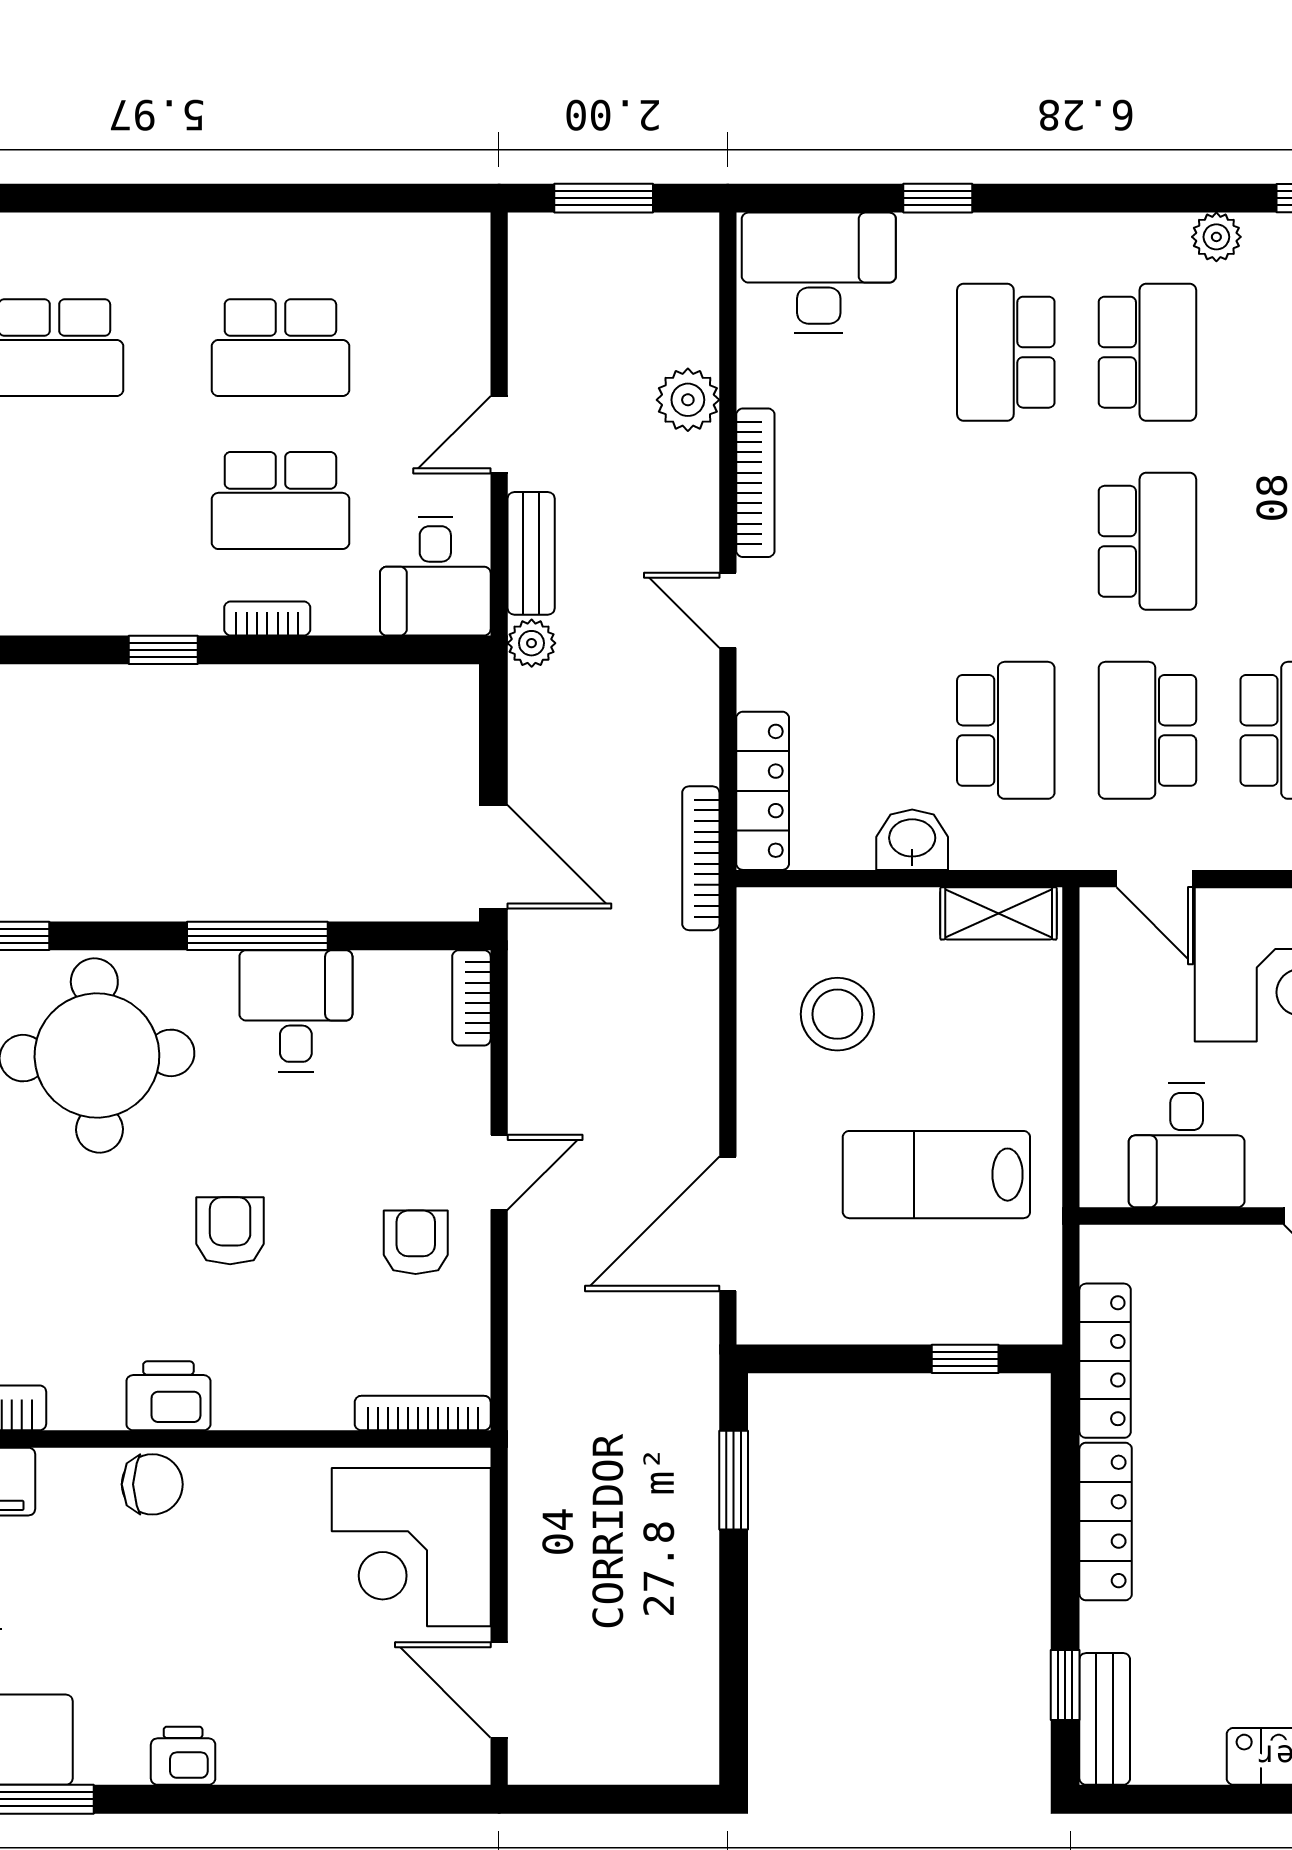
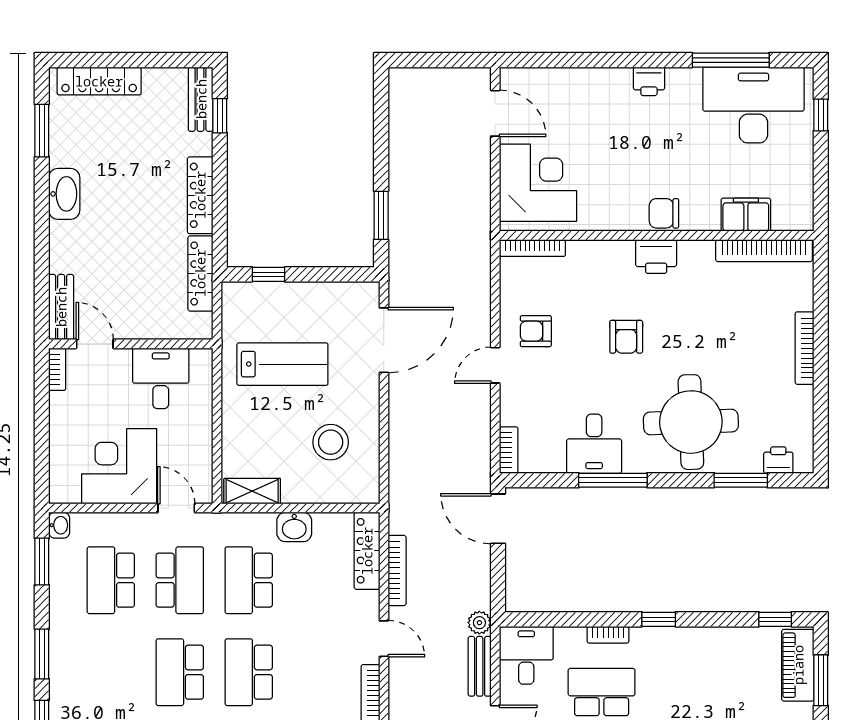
school desk: (1006, 541) -> (249, 672), added
bookcase: (701, 858) -> (397, 570), moved
armchair: (416, 1242) -> (536, 331), turned 90

